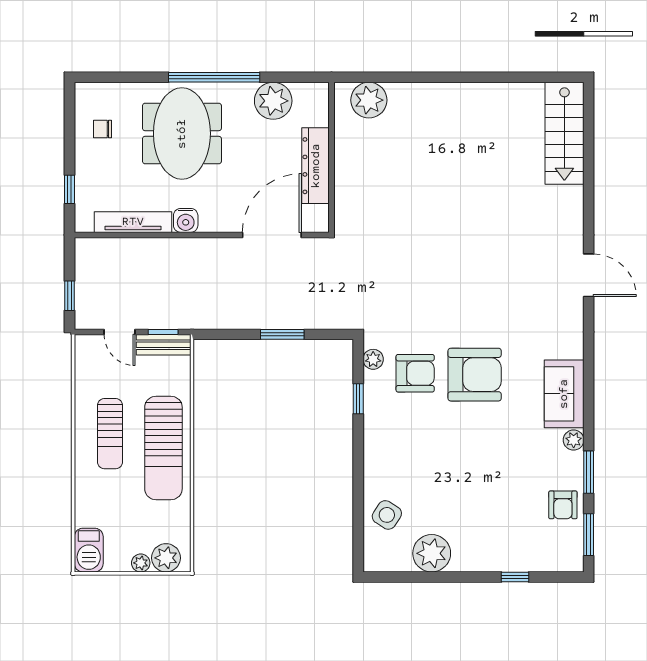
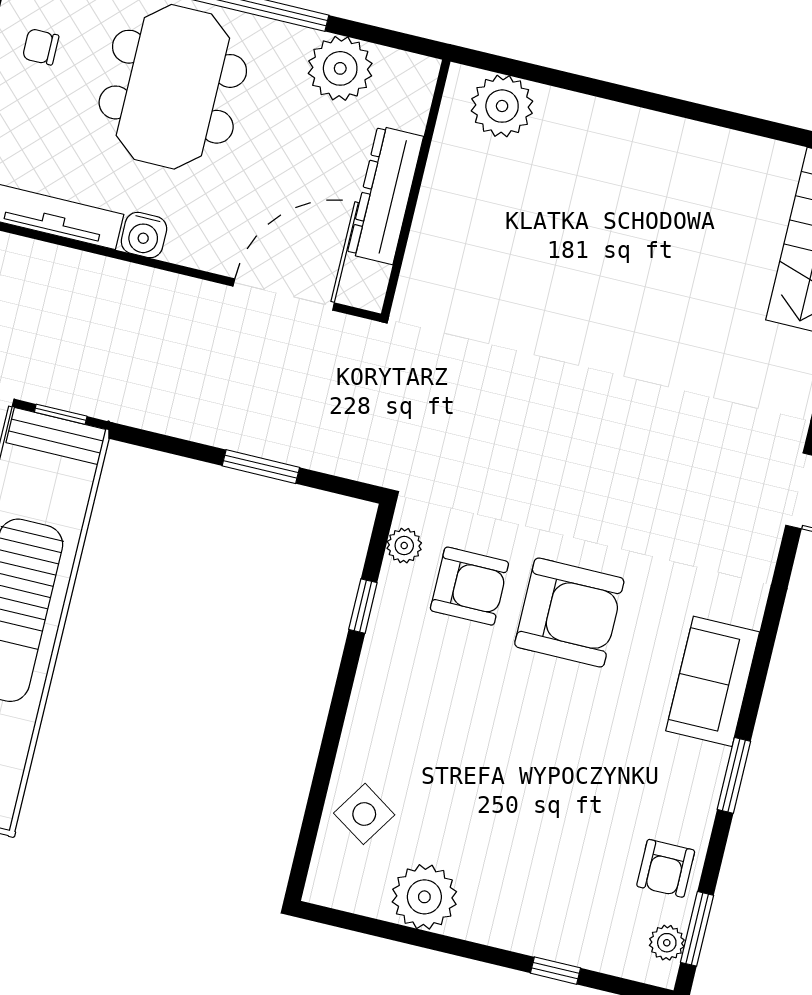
plant: (574, 440) -> (667, 943), moved
window: (589, 472) -> (734, 775), moved

